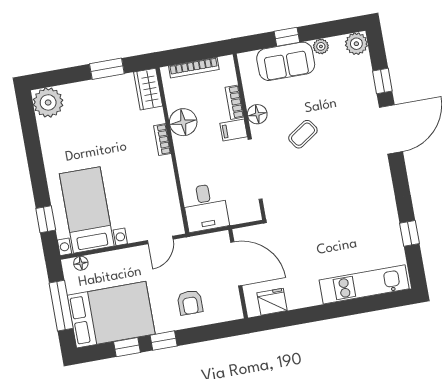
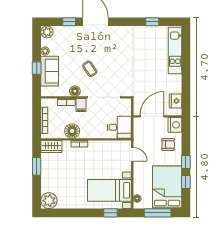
nightstand: (228, 308) -> (175, 125), added

